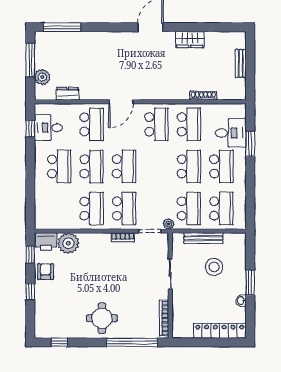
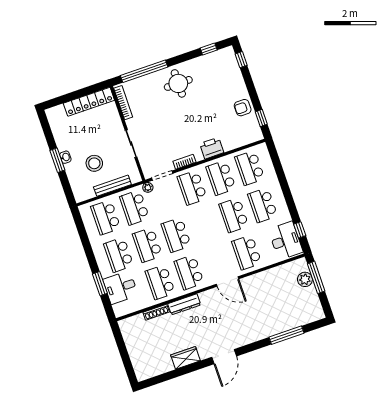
window: (62, 27) -> (287, 335), moved
window: (30, 60) -> (316, 277), moved
bench: (241, 63) -> (133, 352), removed
dresser: (68, 94) -> (184, 304), moved, width x1.44
door: (121, 102) -> (227, 281), swing flipped
desk: (48, 128) -> (286, 241), width x1.37
school desk: (124, 166) -> (176, 235), moved
school desk: (59, 208) -> (250, 168), added
printer: (46, 242) -> (212, 148), moved
plant: (68, 243) -> (231, 140), removed
armchair: (45, 272) -> (243, 108), turned 90
window: (30, 292) -> (241, 60), moved
washbasin: (241, 300) -> (65, 157), moved
locker: (220, 331) -> (89, 102), moved

